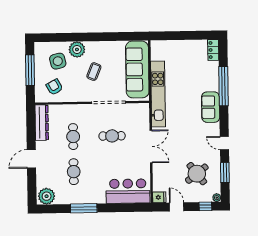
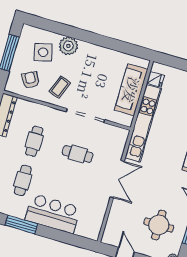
sofa: (137, 69) -> (131, 90), width x0.74, depth x0.79
coffee table: (94, 72) -> (60, 87), moved
round table: (197, 174) -> (159, 225), turned 38
bar counter: (128, 191) -> (53, 214), moved
fridge: (159, 197) -> (155, 79), moved

